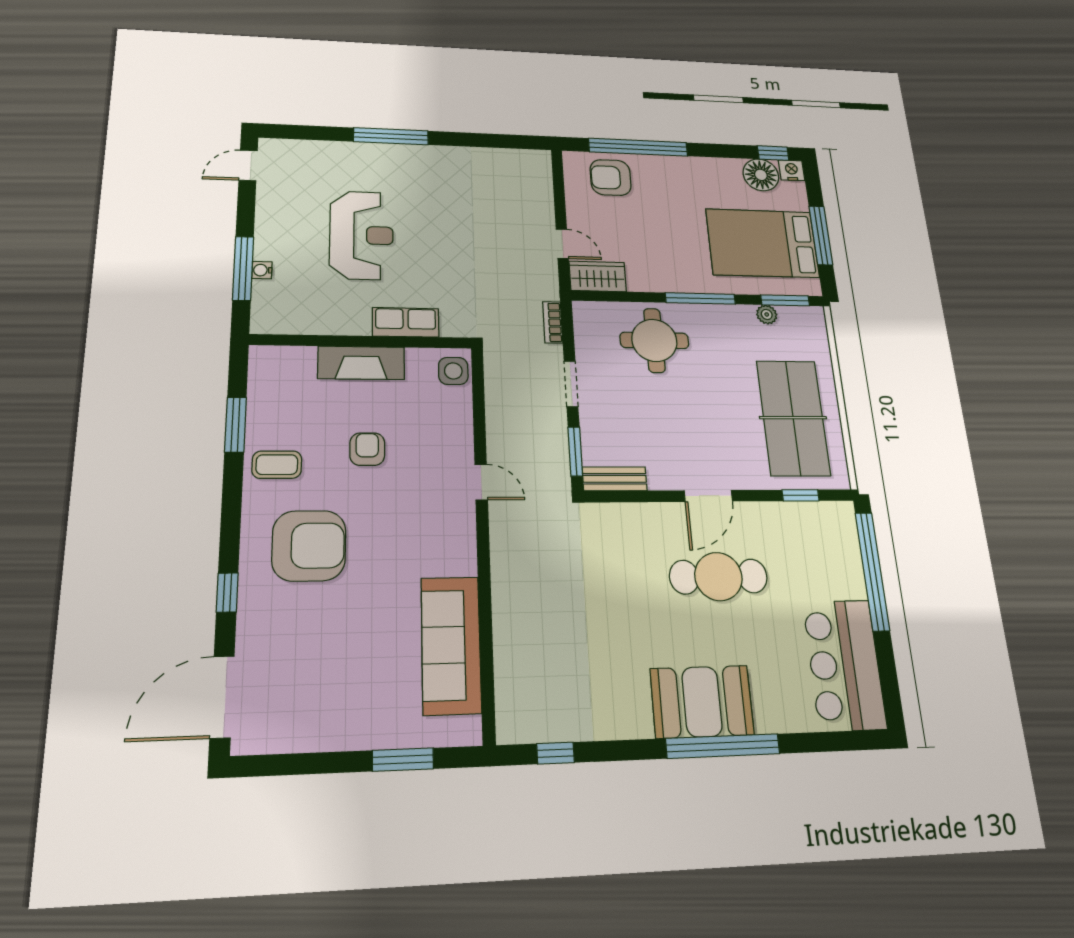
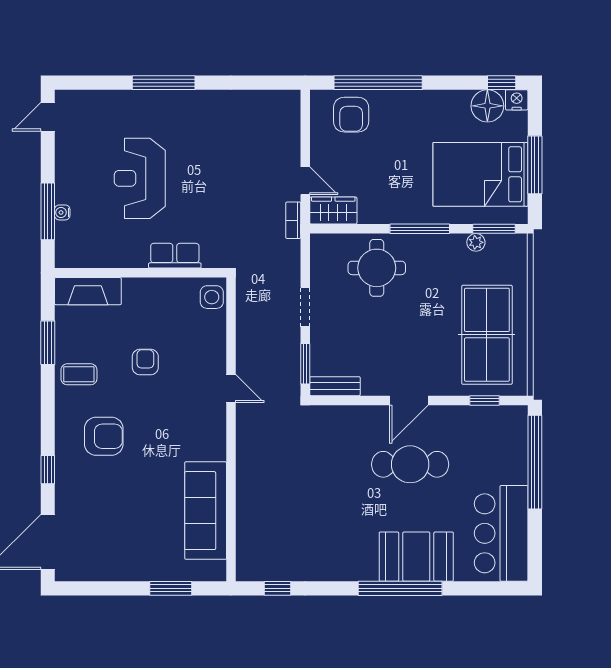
armchair: (611, 177) -> (351, 115), turned -90
reception desk: (362, 235) -> (140, 178), turned 180
bookcase: (553, 322) -> (293, 220), moved
fireplace: (361, 363) -> (88, 291), moved
armchair: (309, 546) -> (104, 436), width x0.73, depth x0.73
booth: (702, 702) -> (416, 557), moved

